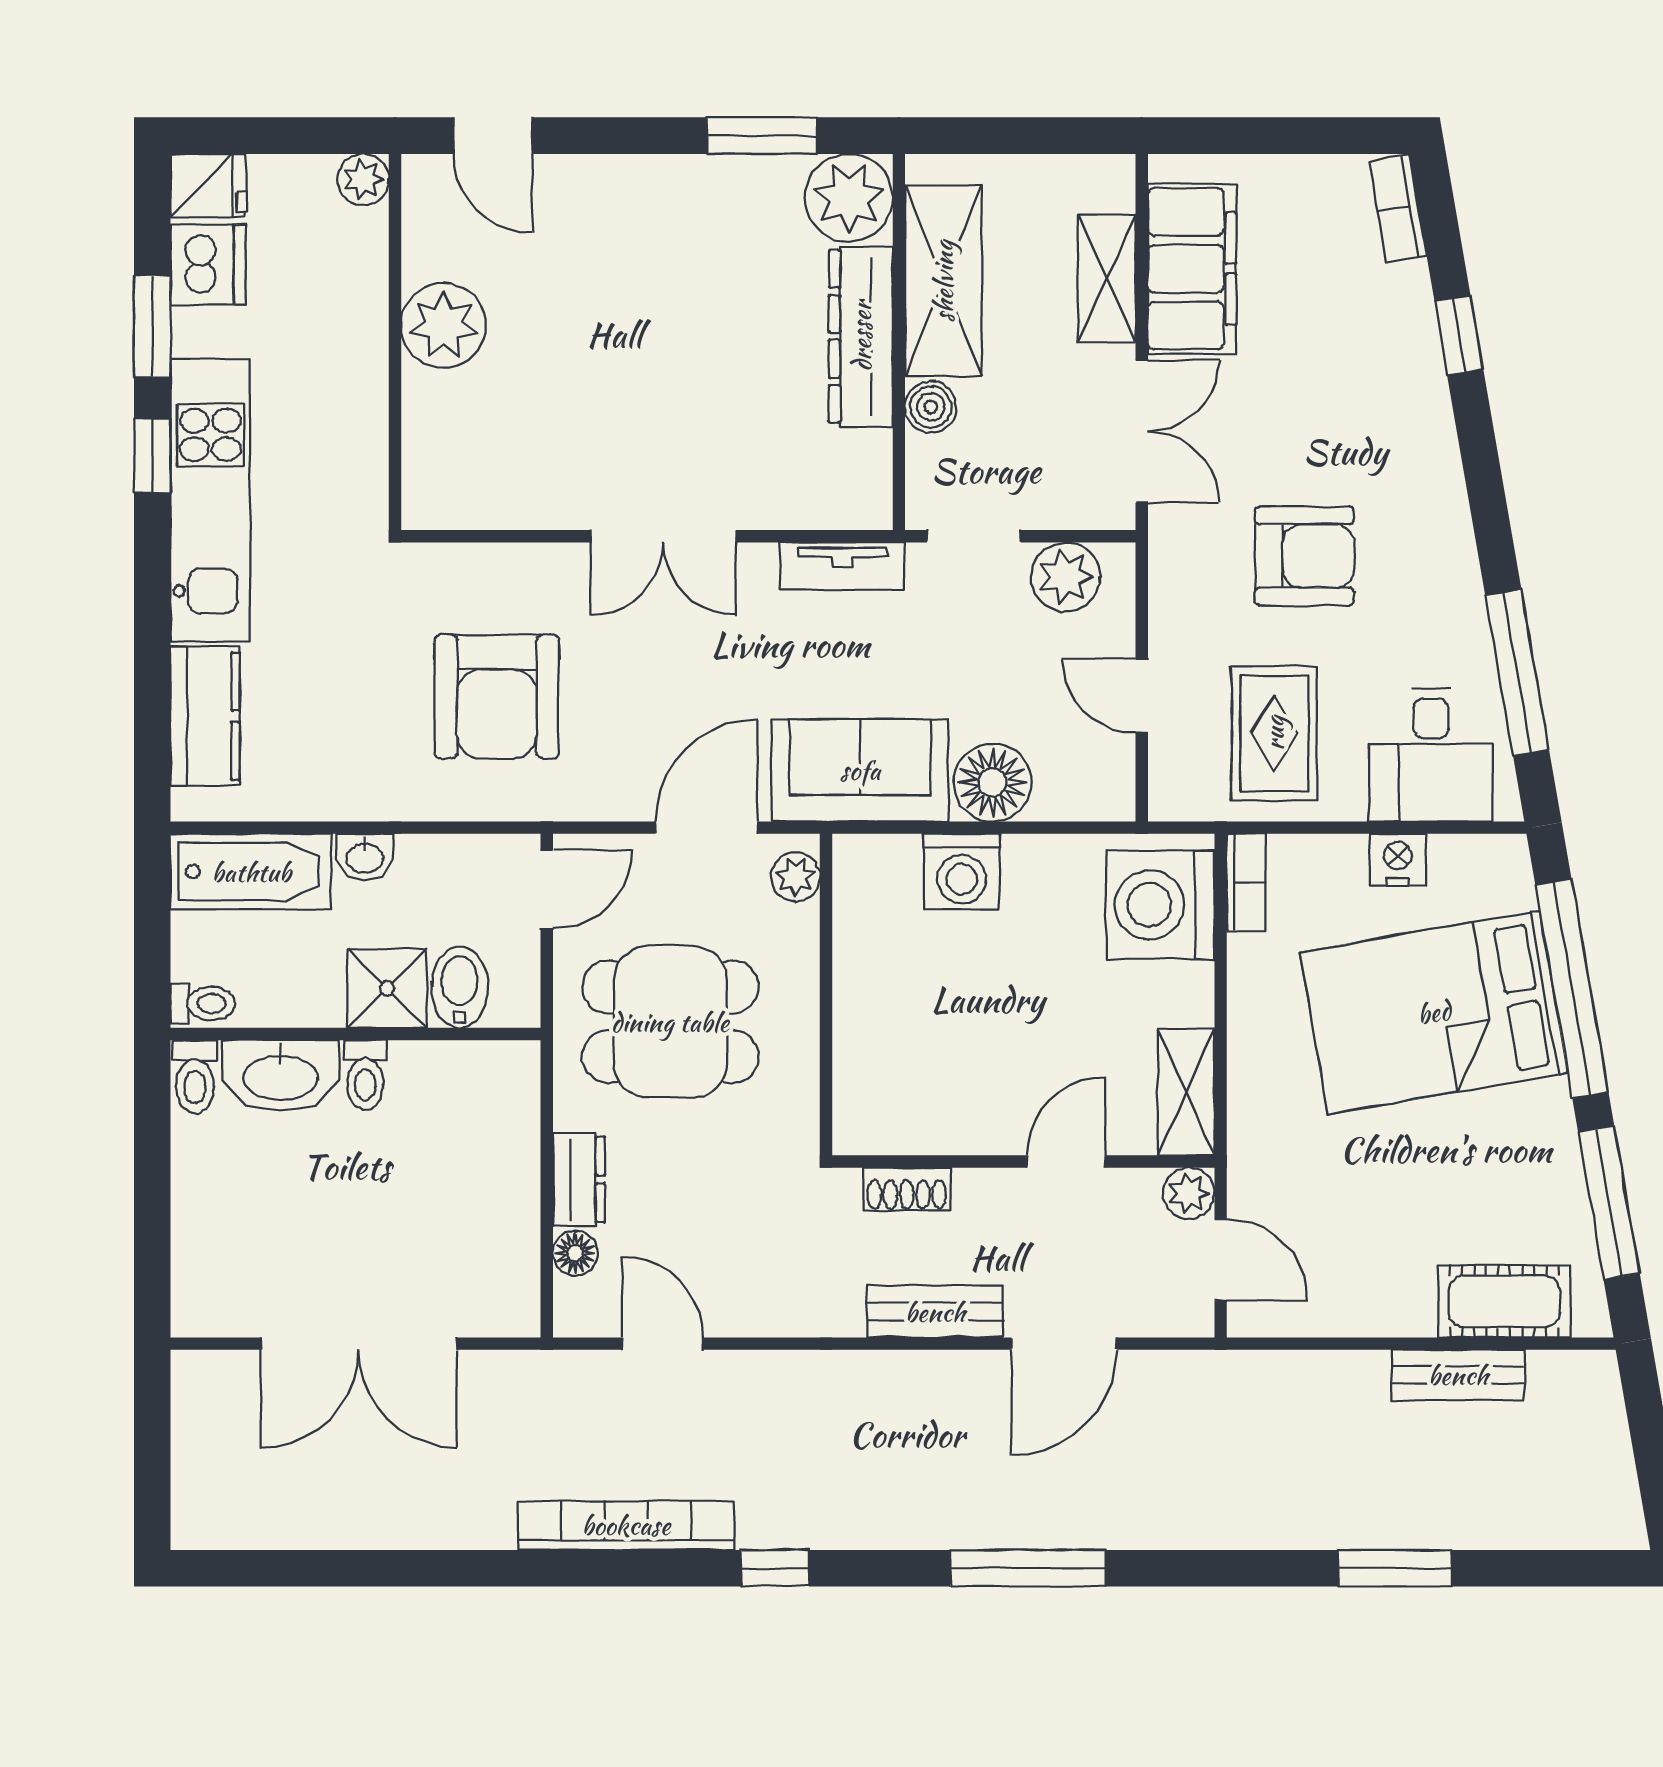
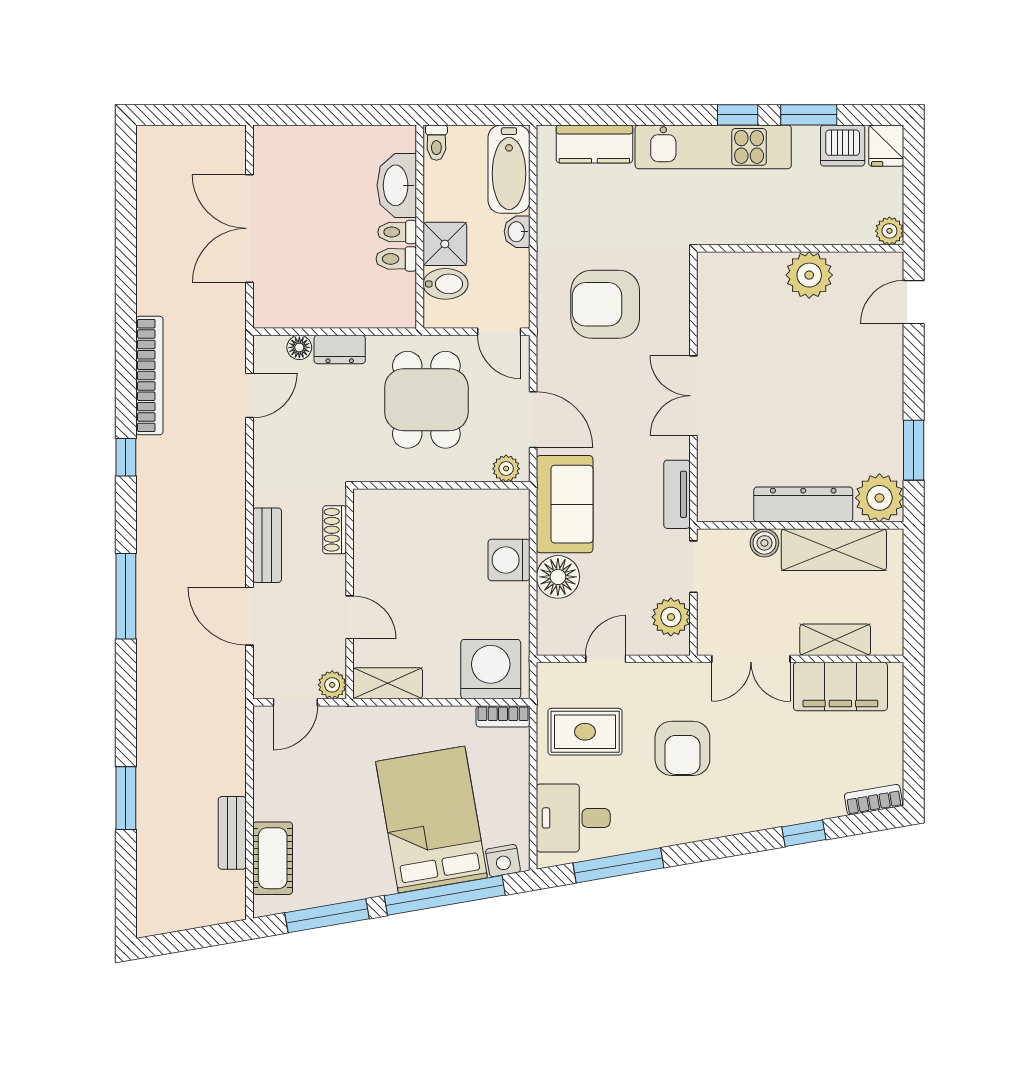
nightstand: (1398, 860) -> (503, 861), moved, turned 80
toilet: (195, 1077) -> (396, 259), moved

